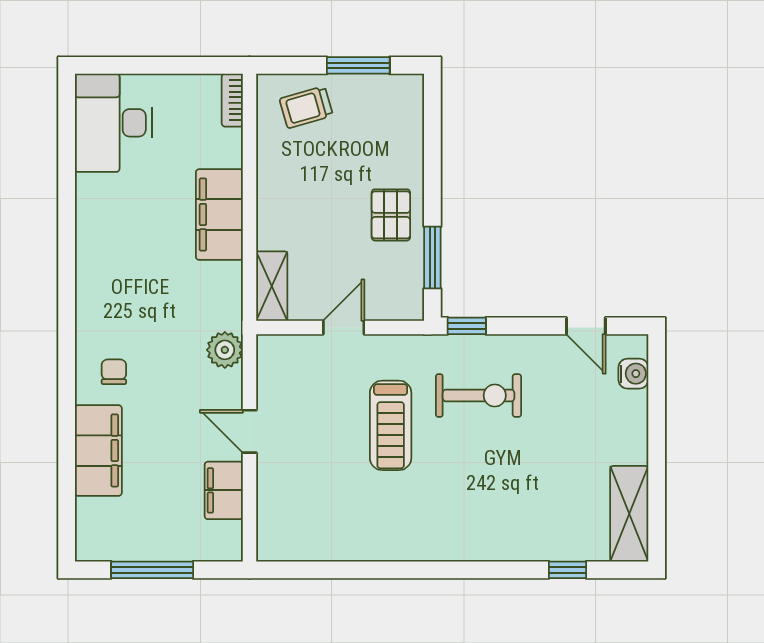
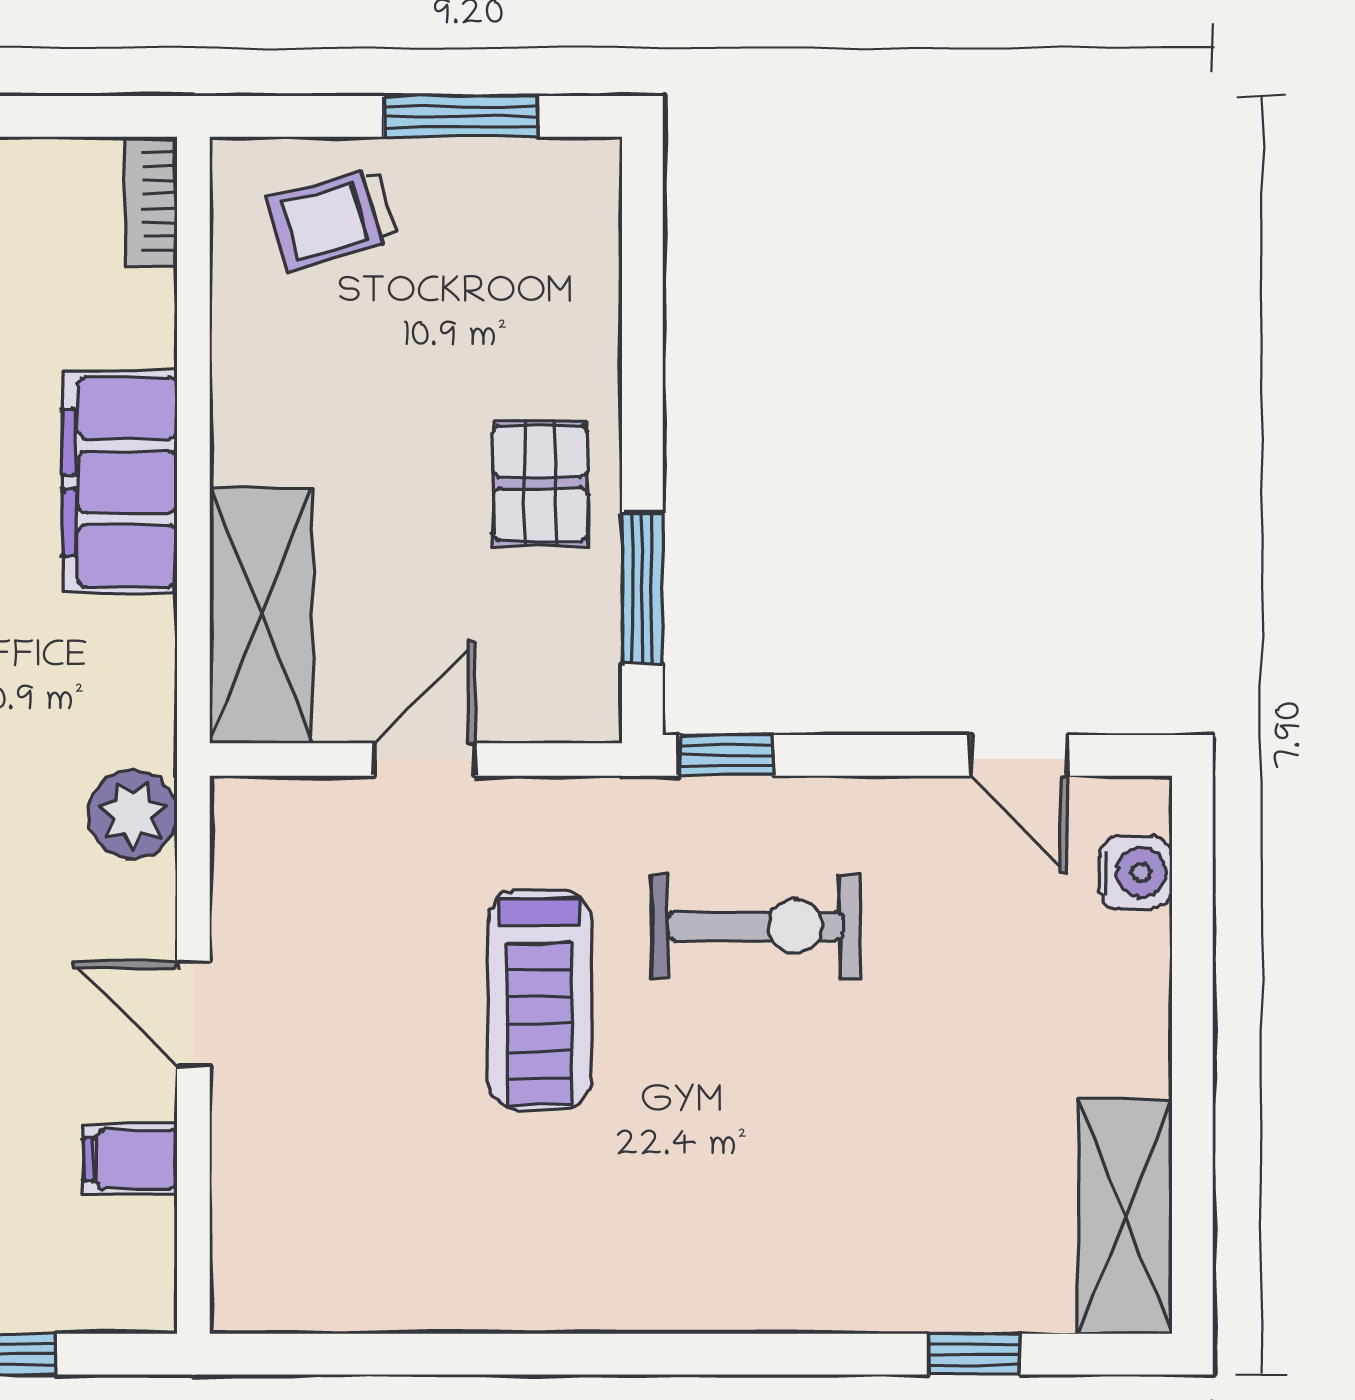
shelving: (272, 286) -> (261, 615), width x1.50, depth x1.33
filing cabinet: (224, 490) -> (130, 1159), width x0.50

